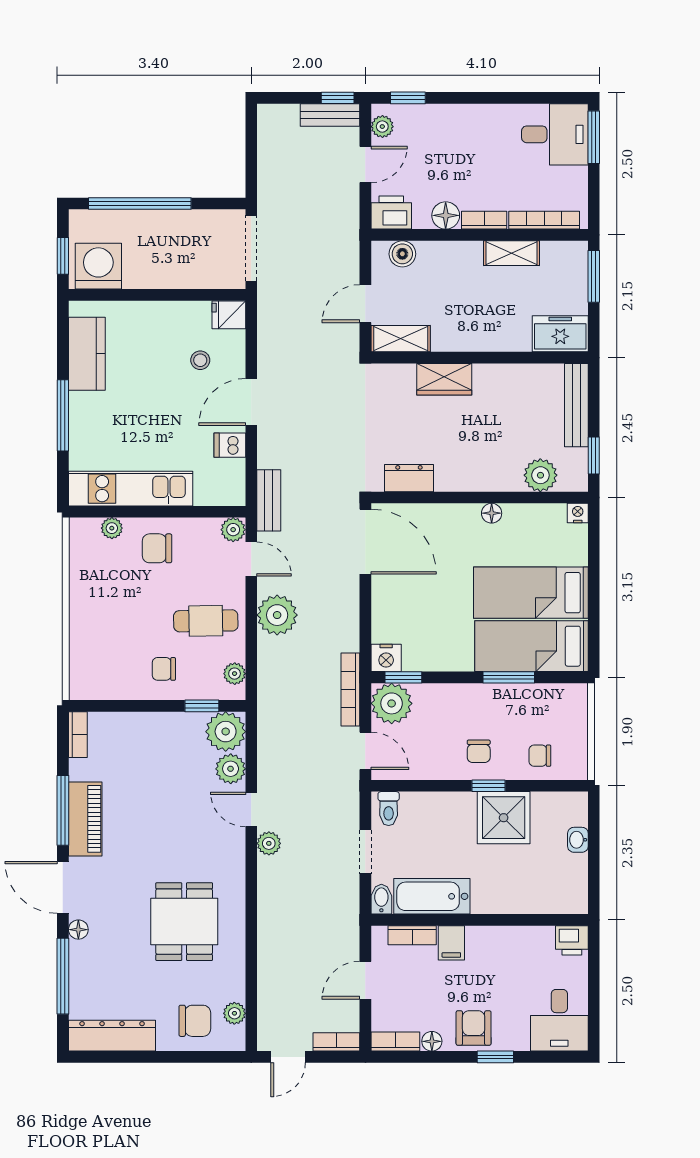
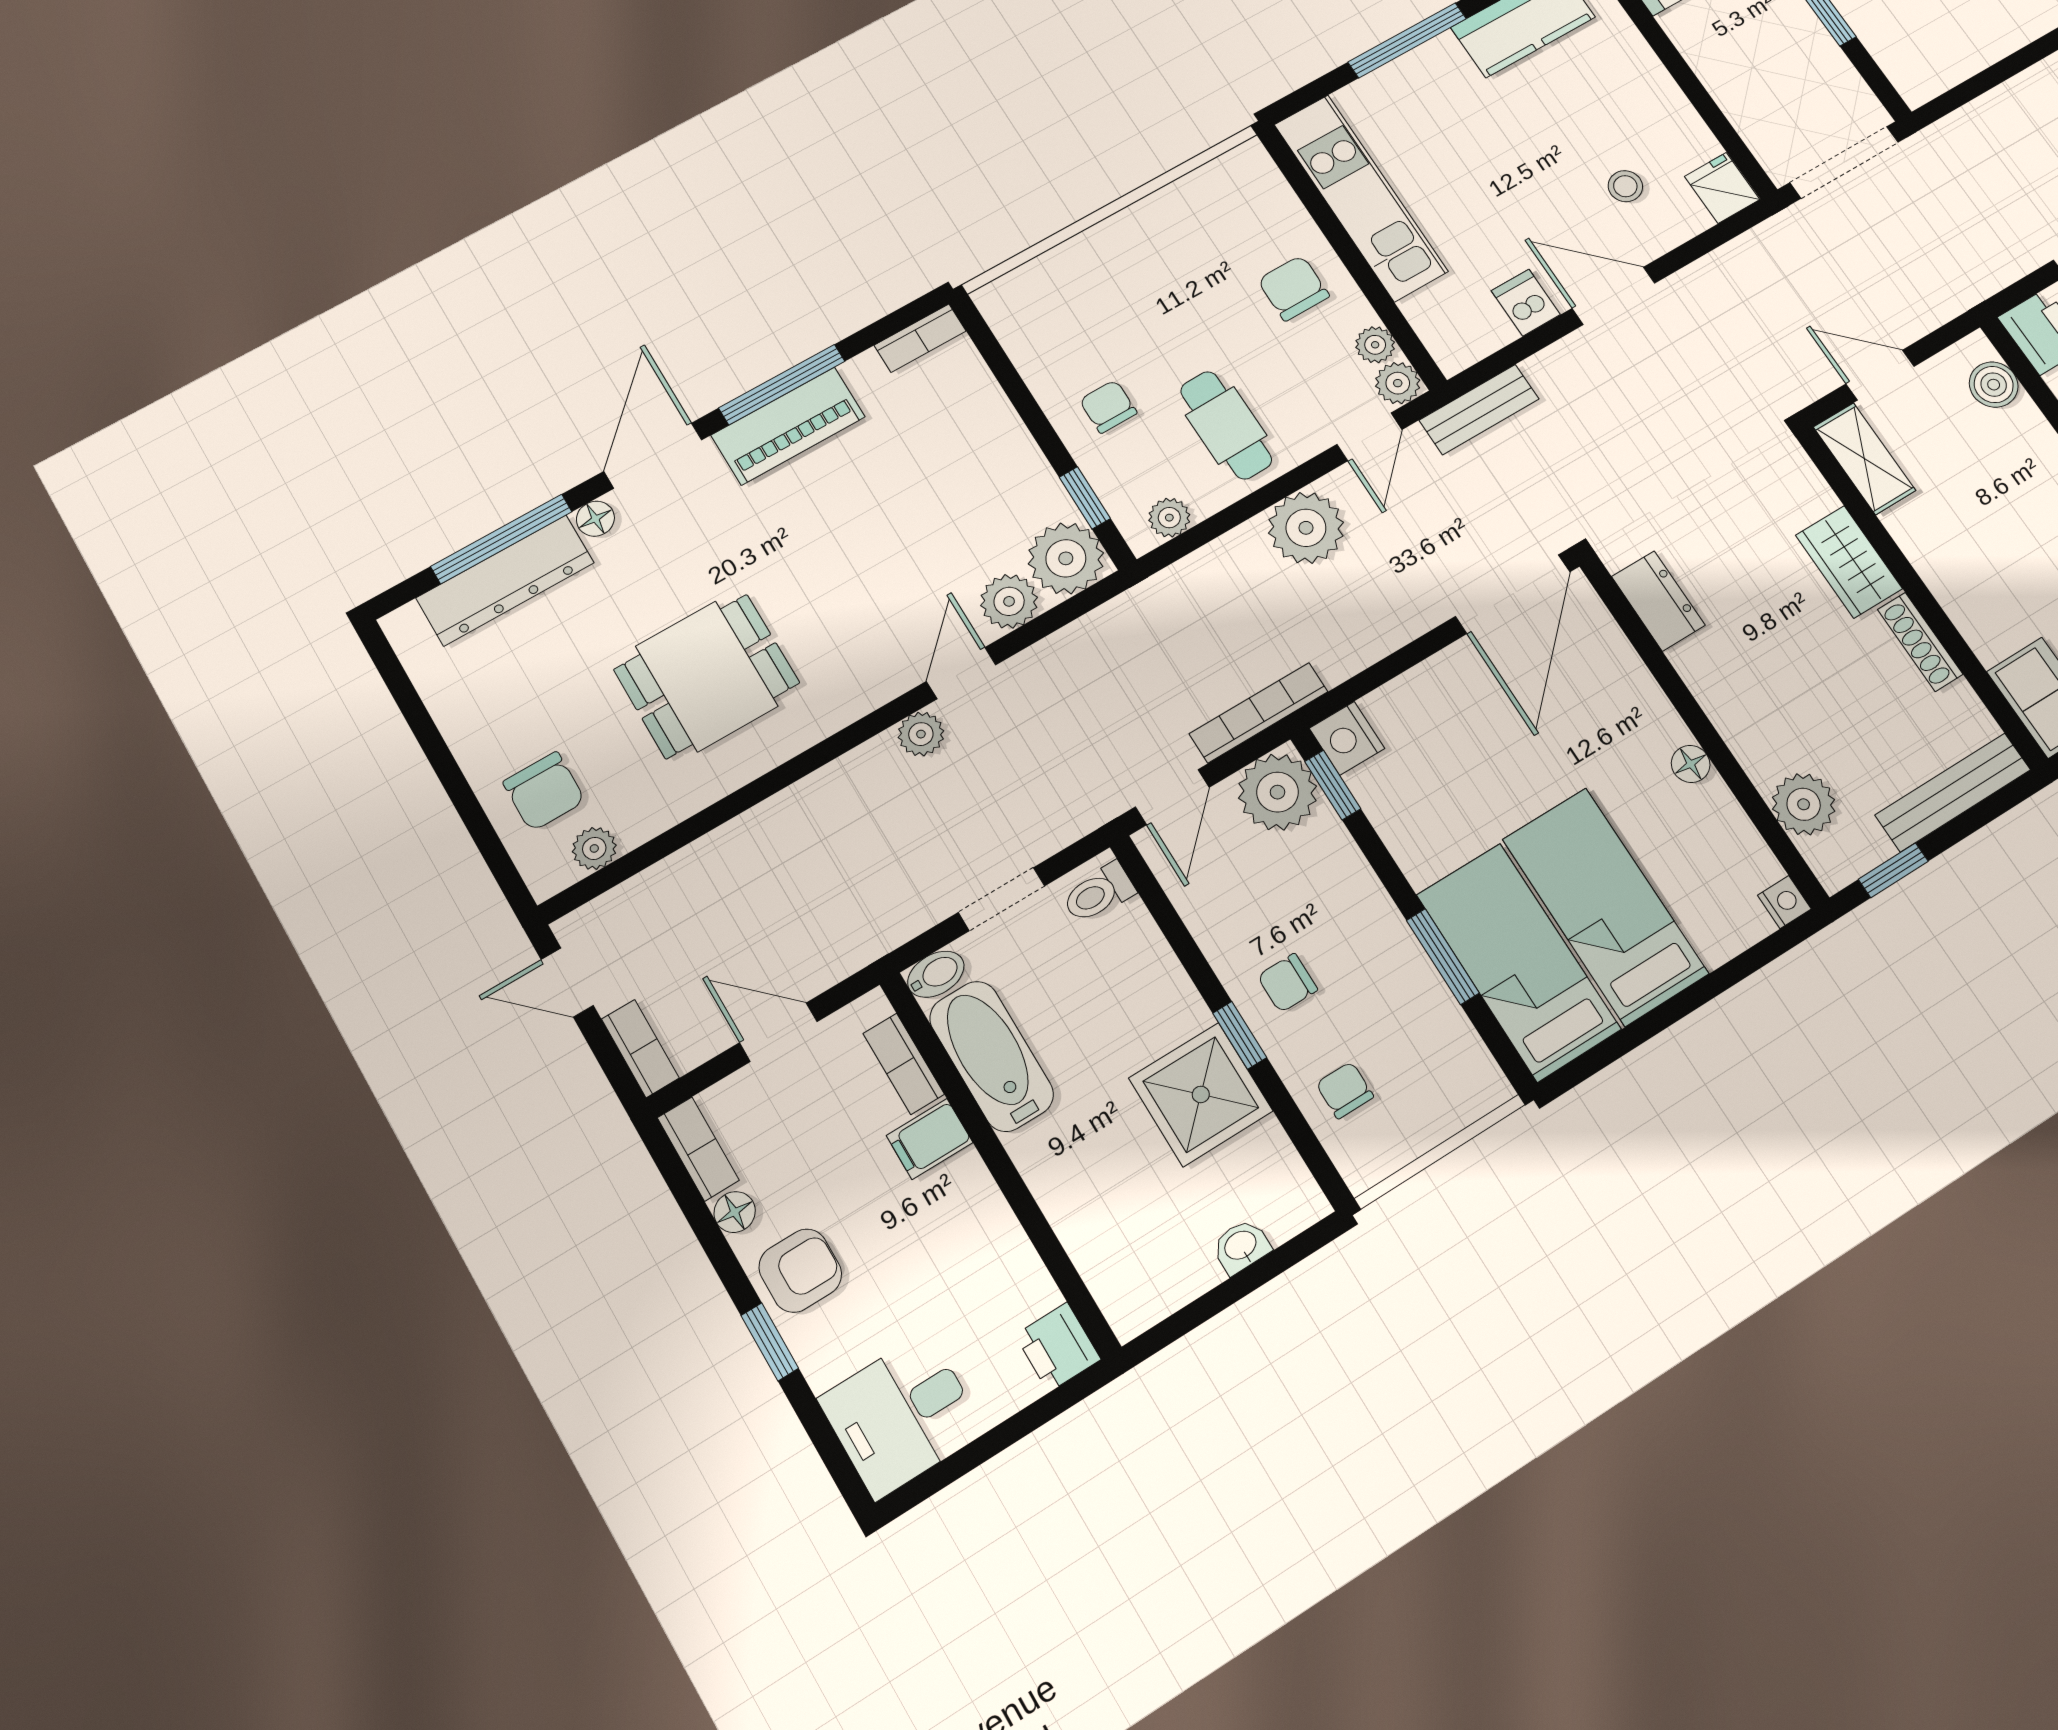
shoe rack: (500, 372) -> (1920, 642), added
plant: (112, 528) -> (1375, 345), moved
dresser: (112, 1036) -> (505, 580), moved, turned 90

